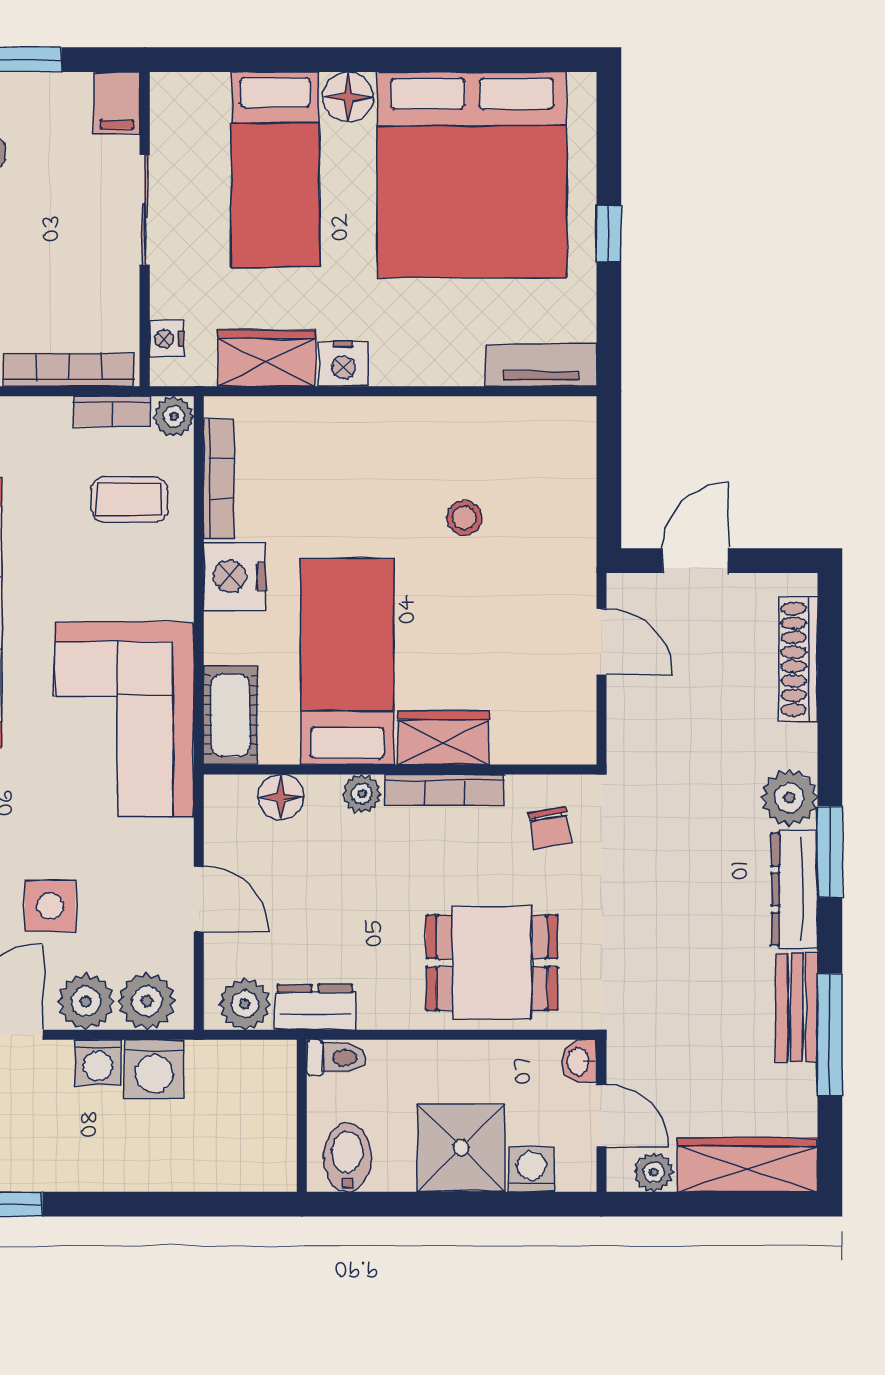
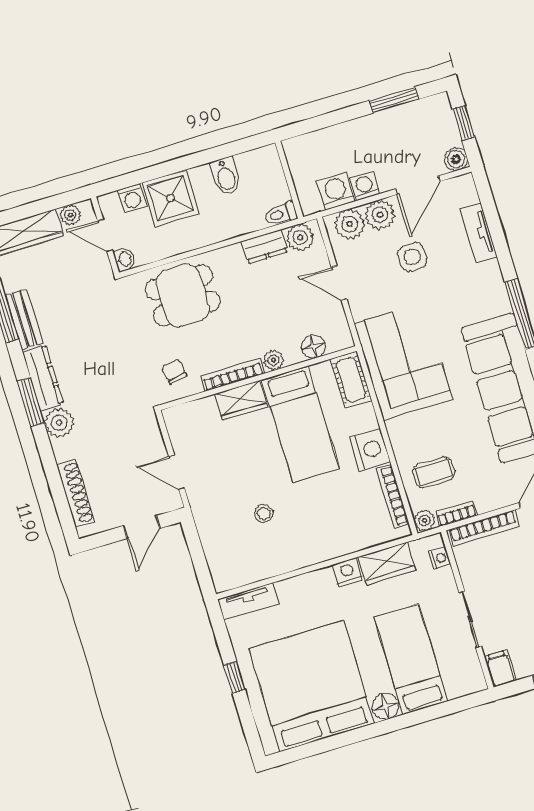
toilet: (336, 1058) -> (281, 214), moved
wall: (302, 1116) -> (289, 180), moved

